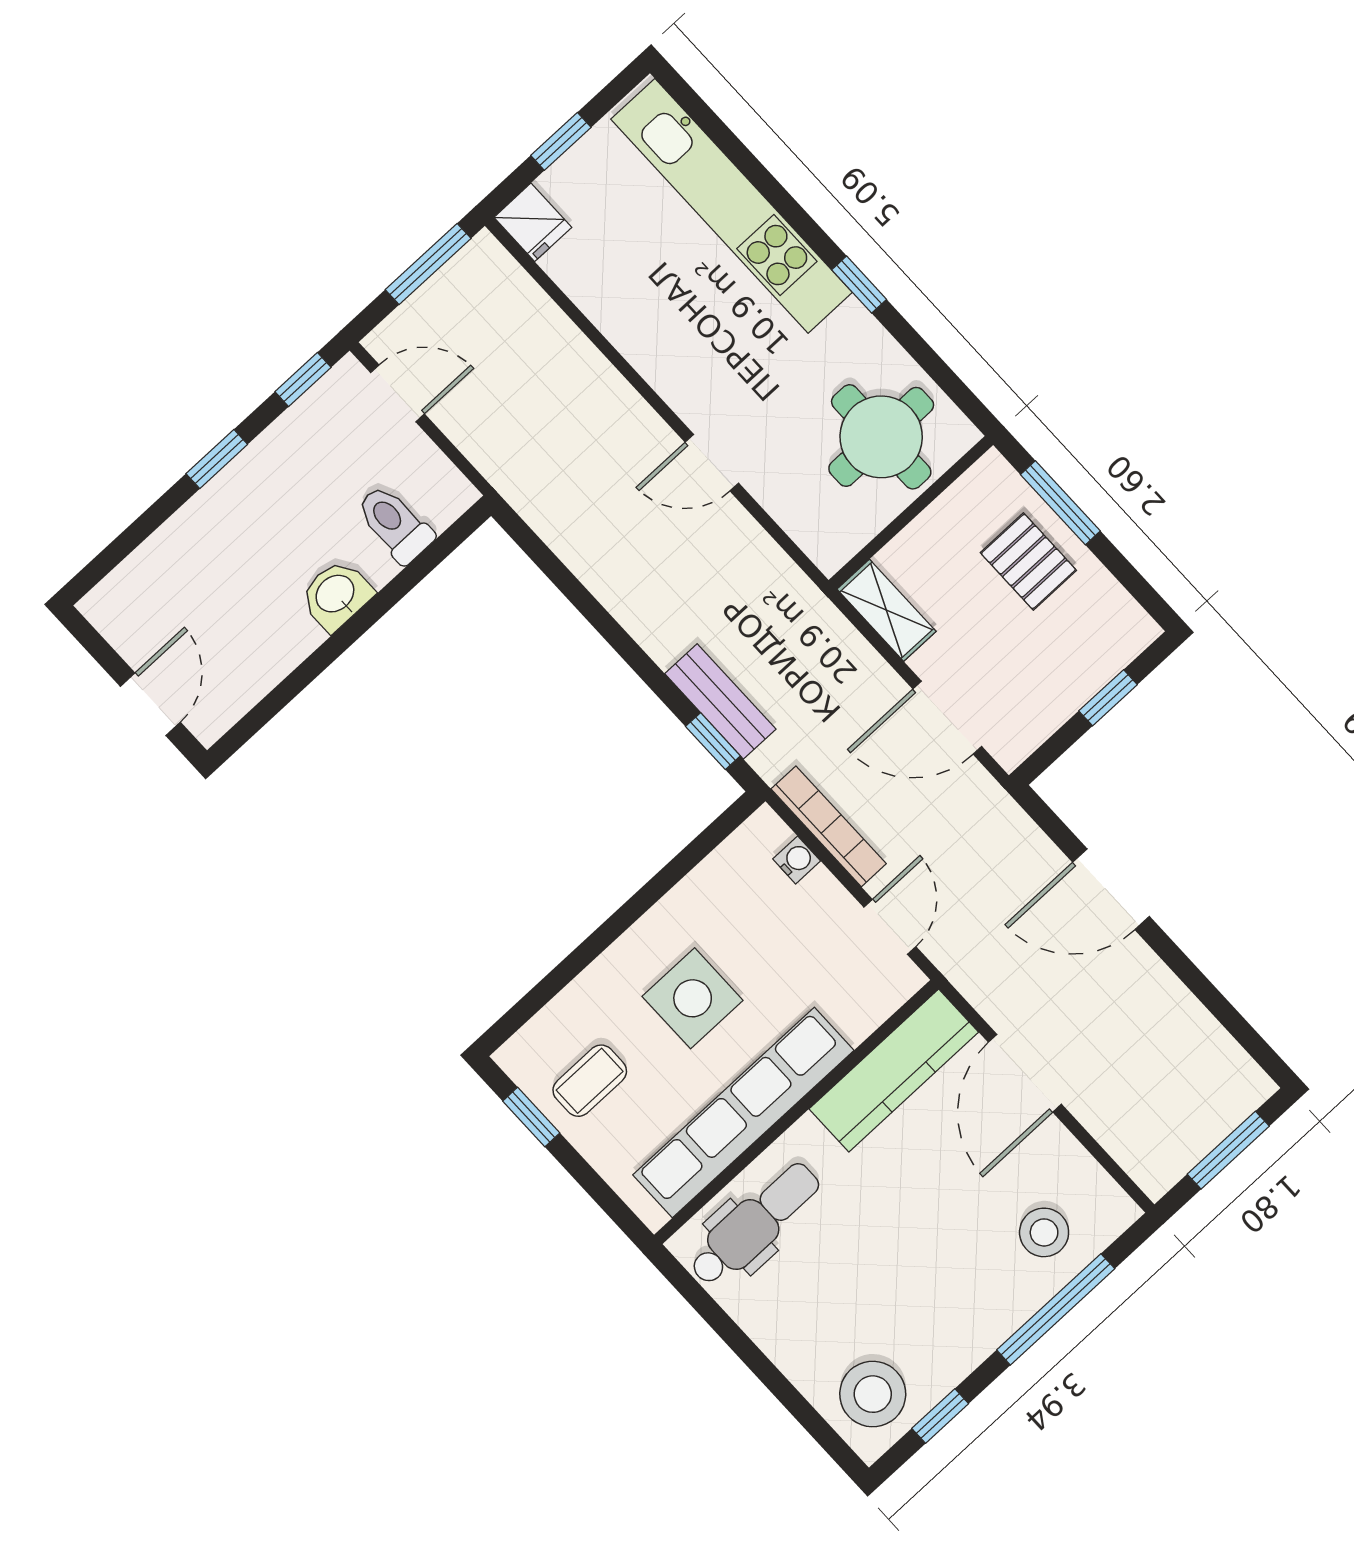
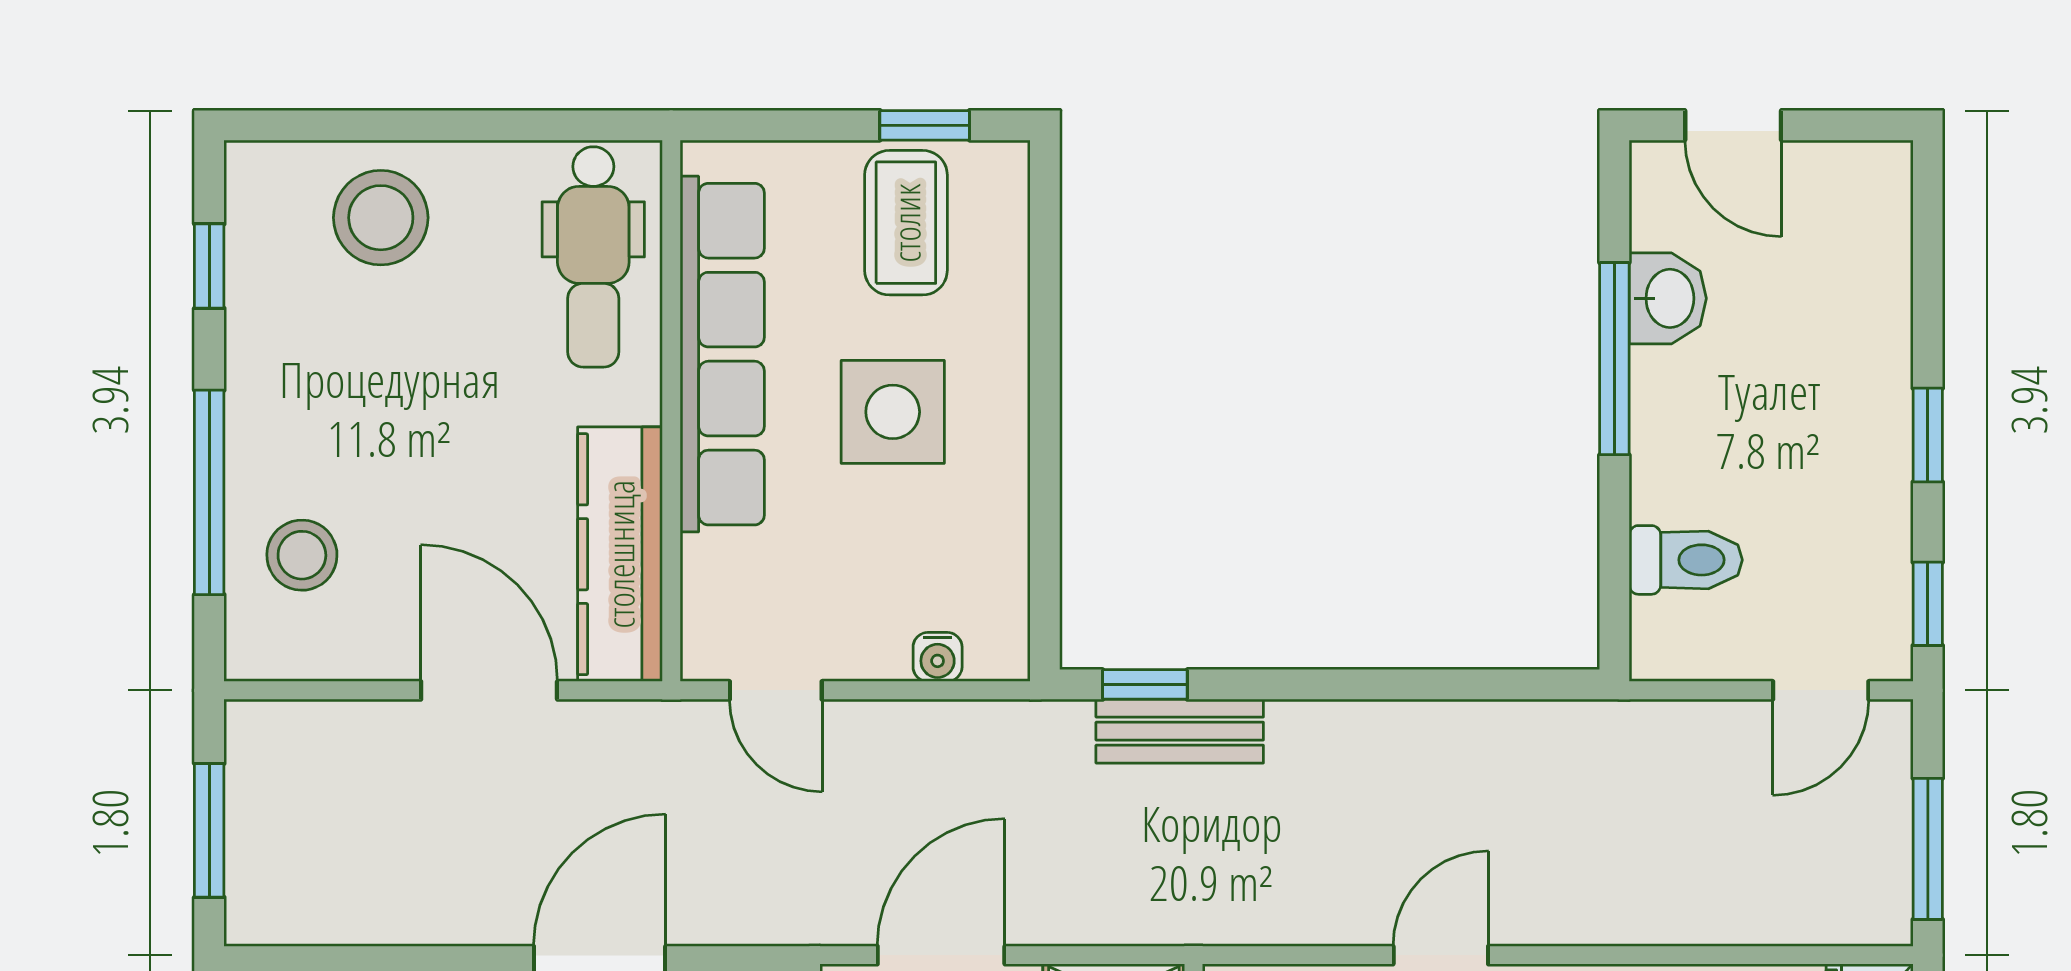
washbasin: (336, 595) -> (1668, 298), moved
window: (325, 655) -> (1614, 359), added
bookcase: (829, 826) -> (942, 724), removed
coffee table: (590, 1081) -> (906, 223), width x1.36, depth x1.30
stool: (873, 1394) -> (381, 218), moved

